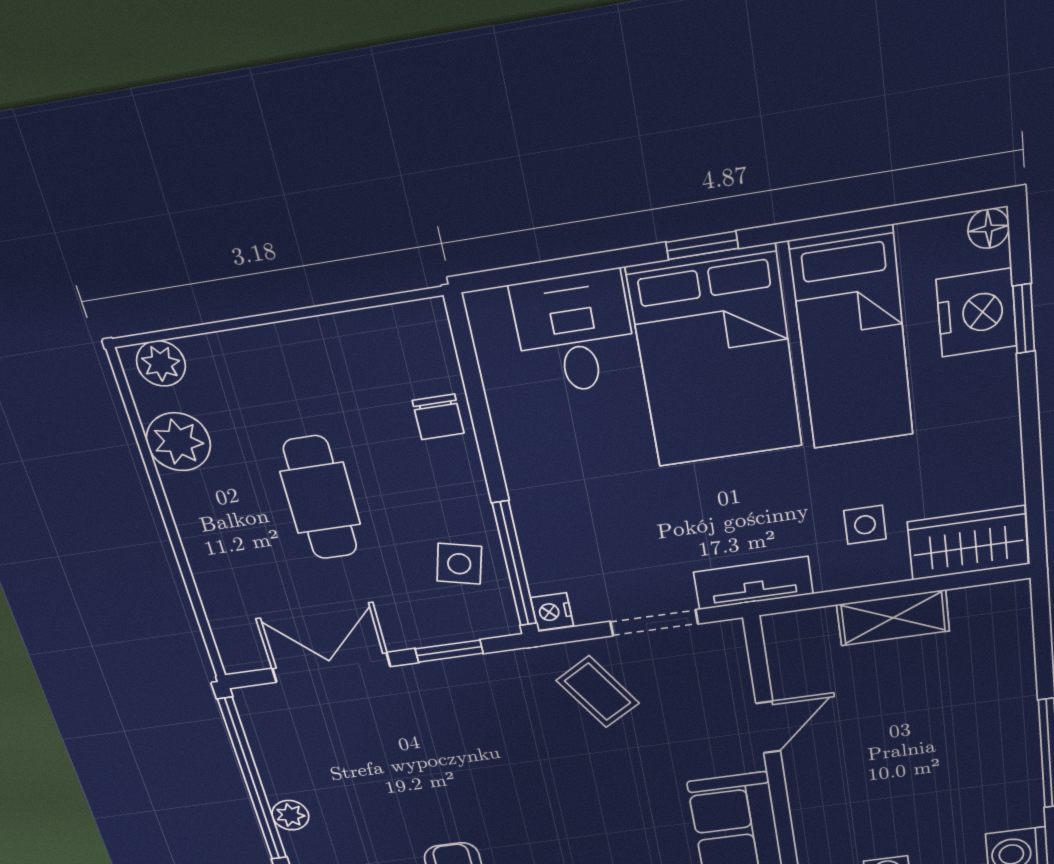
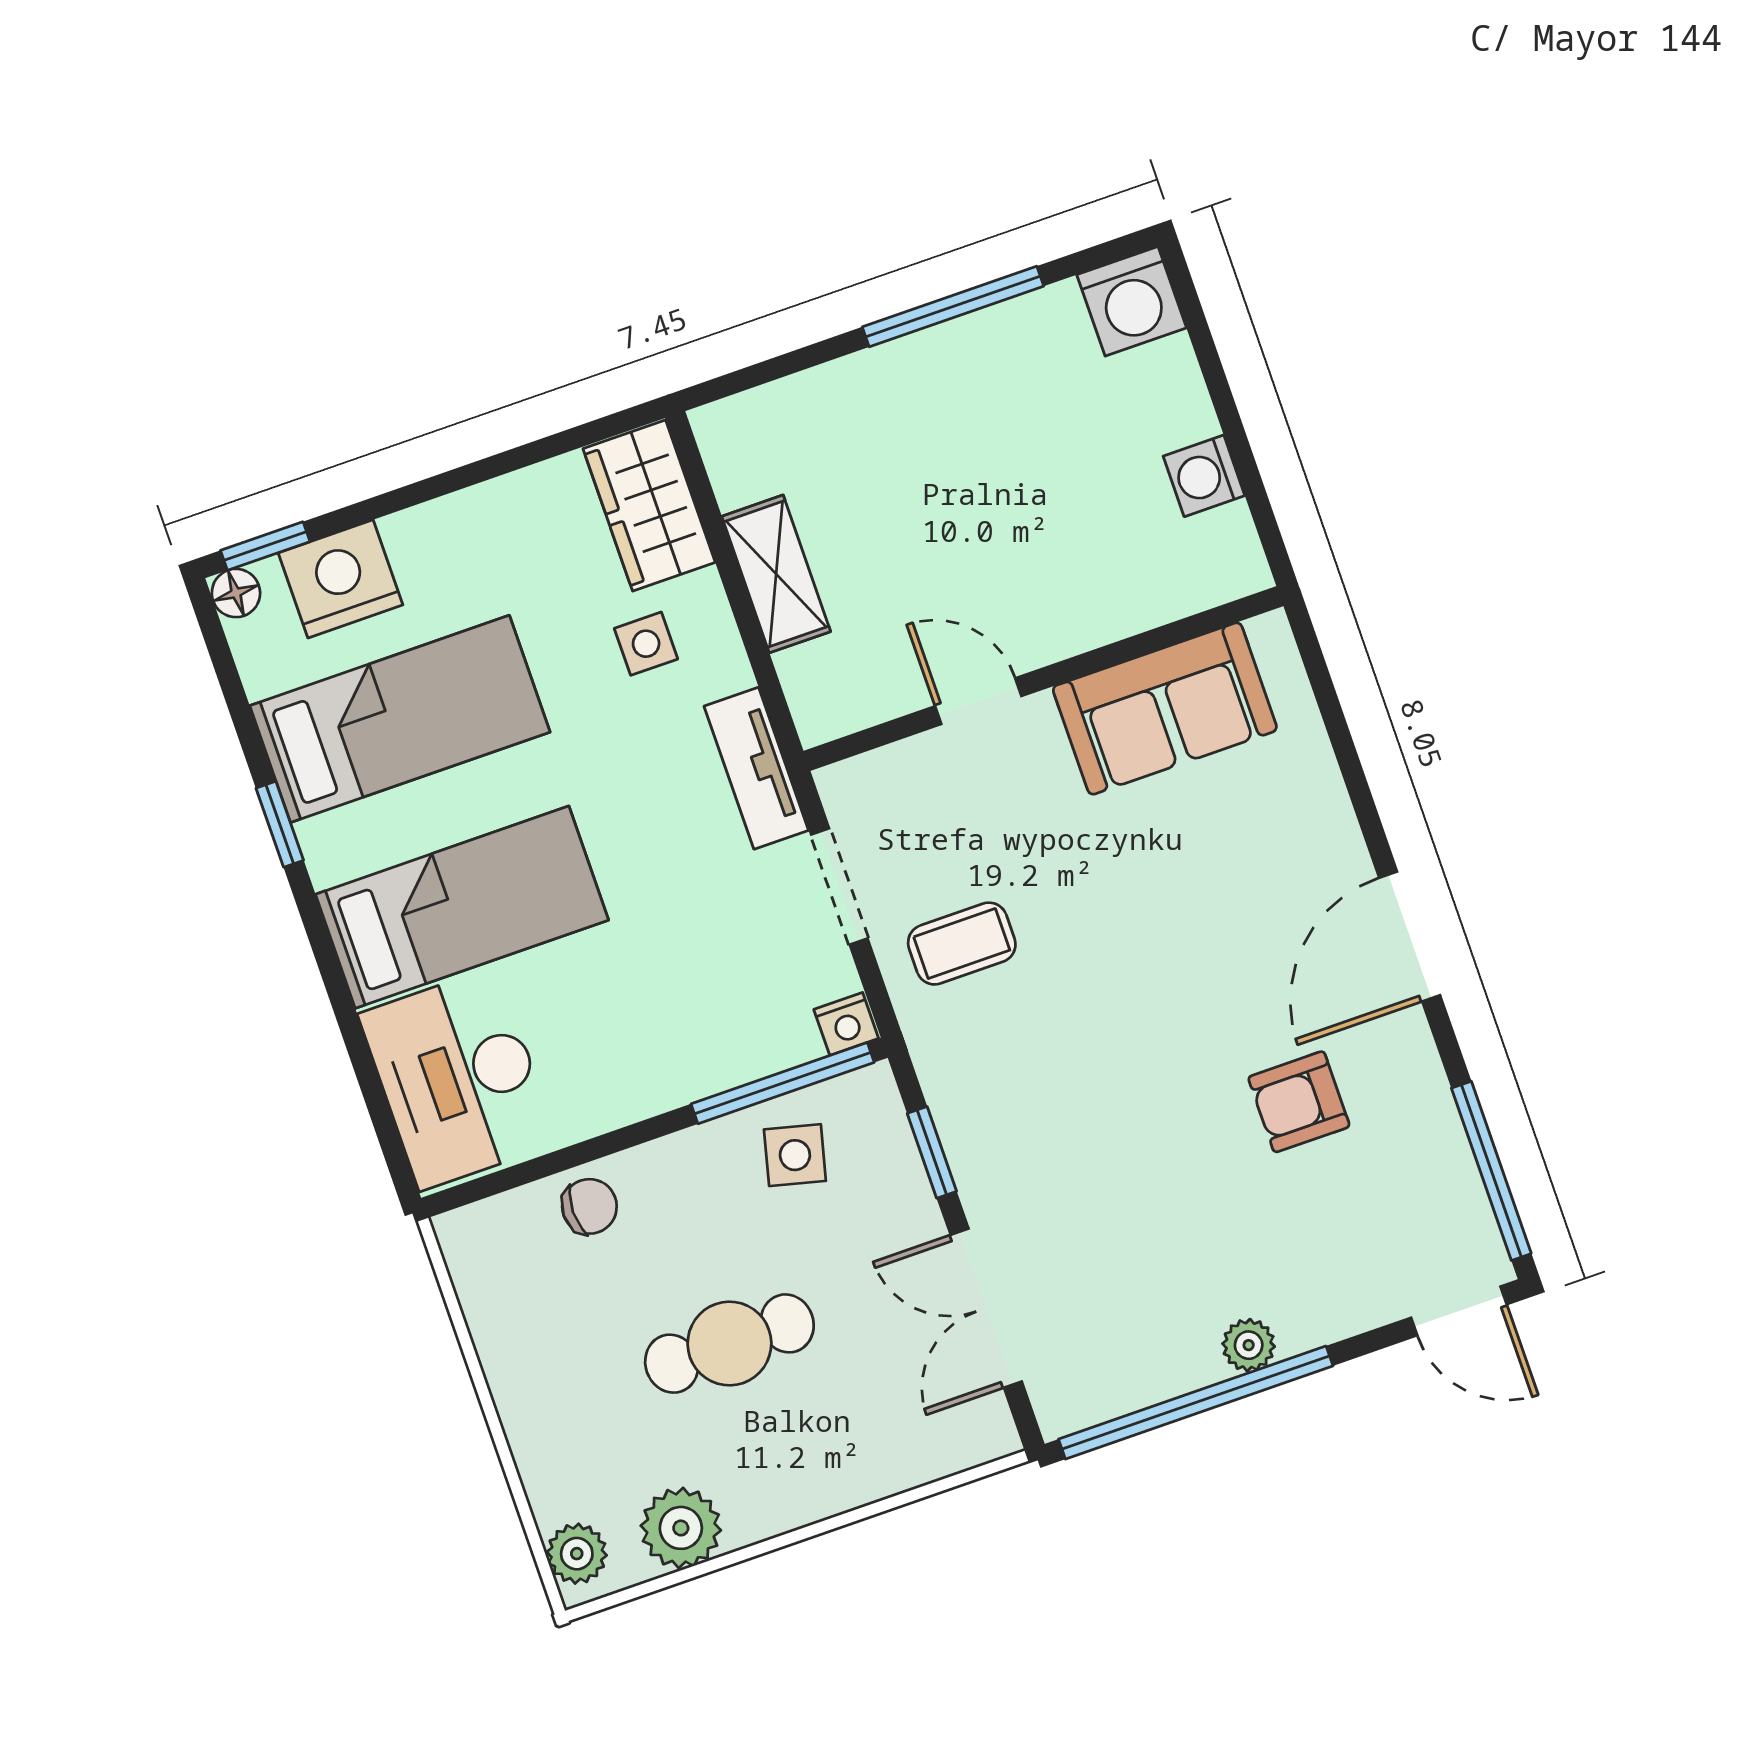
window: (702, 245) -> (280, 824), moved
window: (1024, 319) -> (265, 546), moved
desk: (575, 333) -> (458, 1079), width x1.37
bed: (716, 358) -> (462, 907), width x0.67
coffee table: (598, 692) -> (962, 944), turned 32

